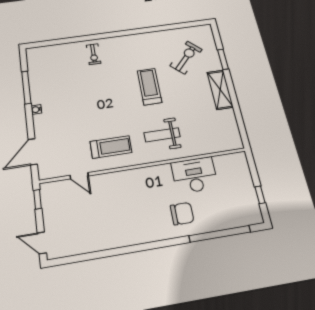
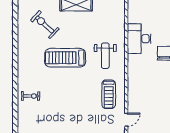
treadmill: (149, 87) -> (65, 58), width x1.37, depth x1.38
treadmill: (111, 147) -> (109, 94), turned 180

